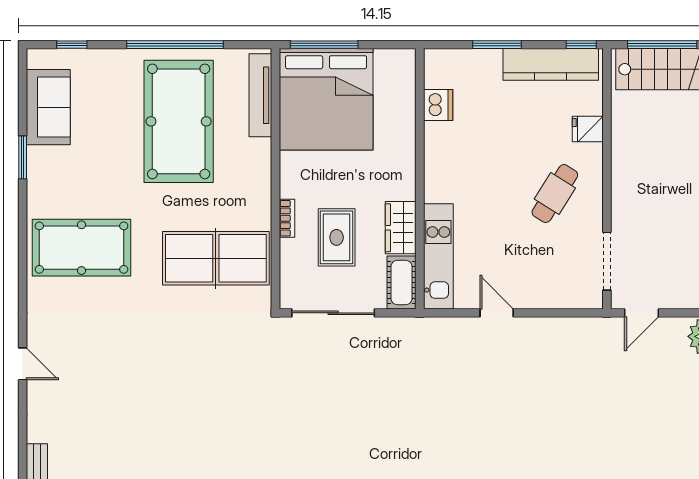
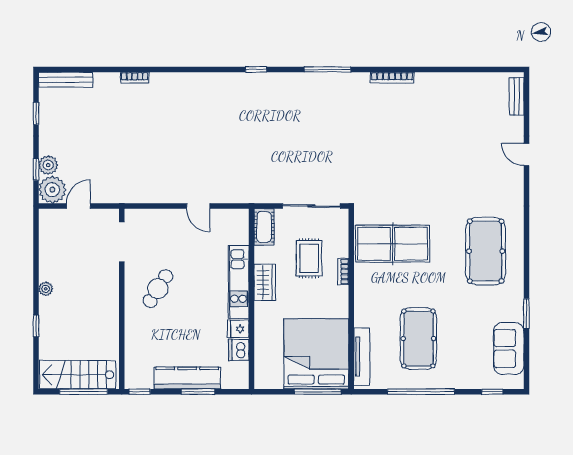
kitchen counter: (551, 64) -> (187, 378), moved
pool table: (179, 121) -> (418, 339), width x0.73, depth x0.76
fridge: (588, 129) -> (238, 329), moved, turned 180
wardrobe: (401, 228) -> (265, 282), moved
pool table: (82, 248) -> (486, 251), turned 90
kitchen unit: (438, 256) -> (239, 282), moved
door: (641, 313) -> (78, 206), moved
door: (23, 364) -> (526, 154), moved

